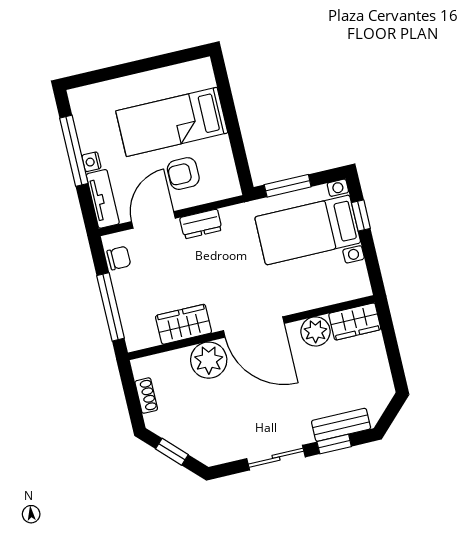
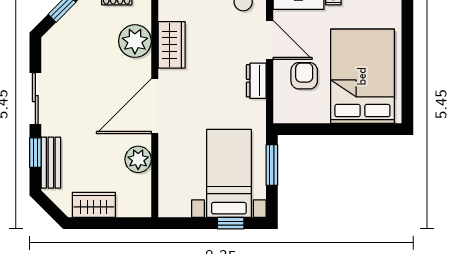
bed: (172, 122) -> (362, 76), width x1.50
wardrobe: (355, 321) -> (94, 205), moved, turned 90
plant: (209, 360) -> (135, 41), moved

